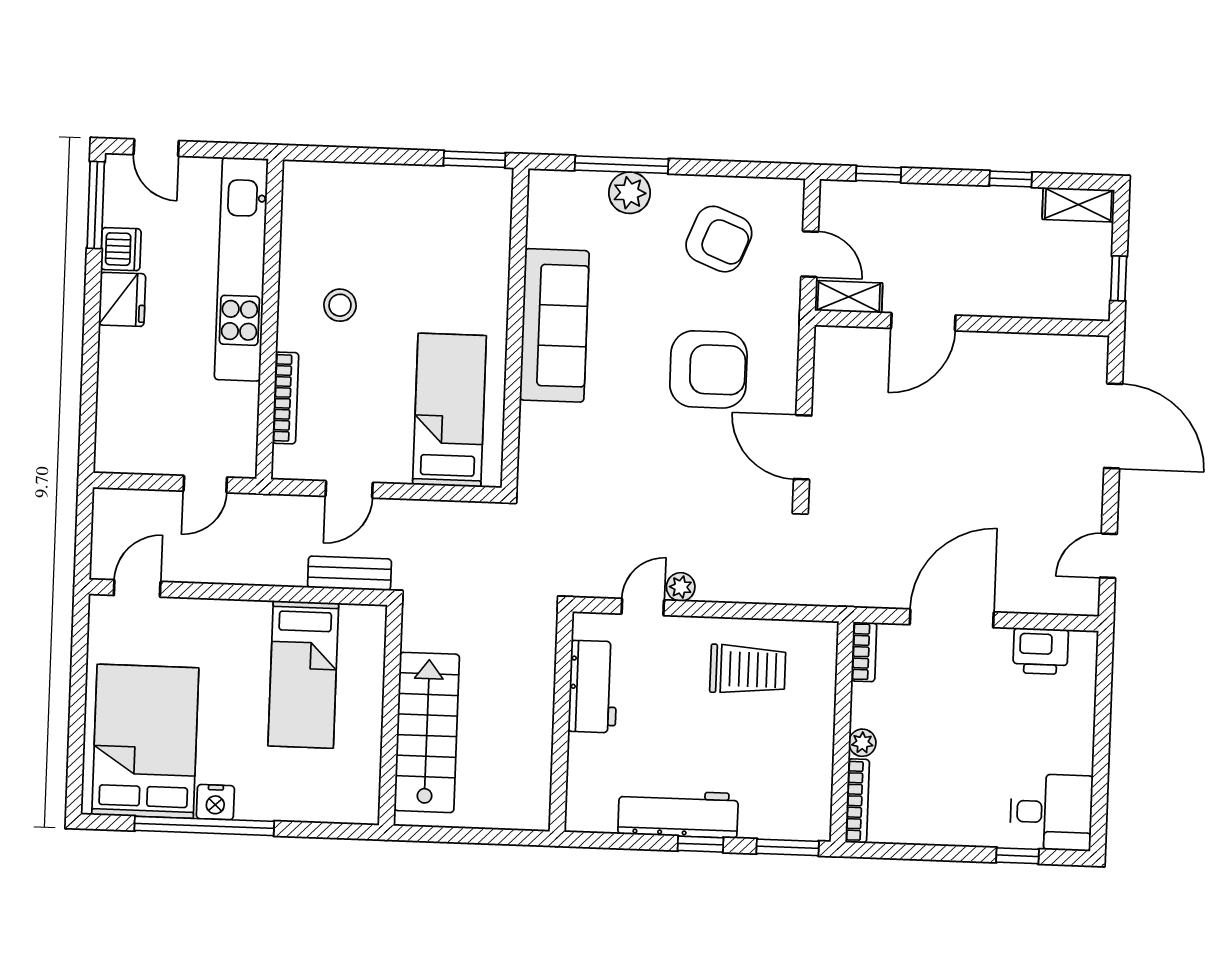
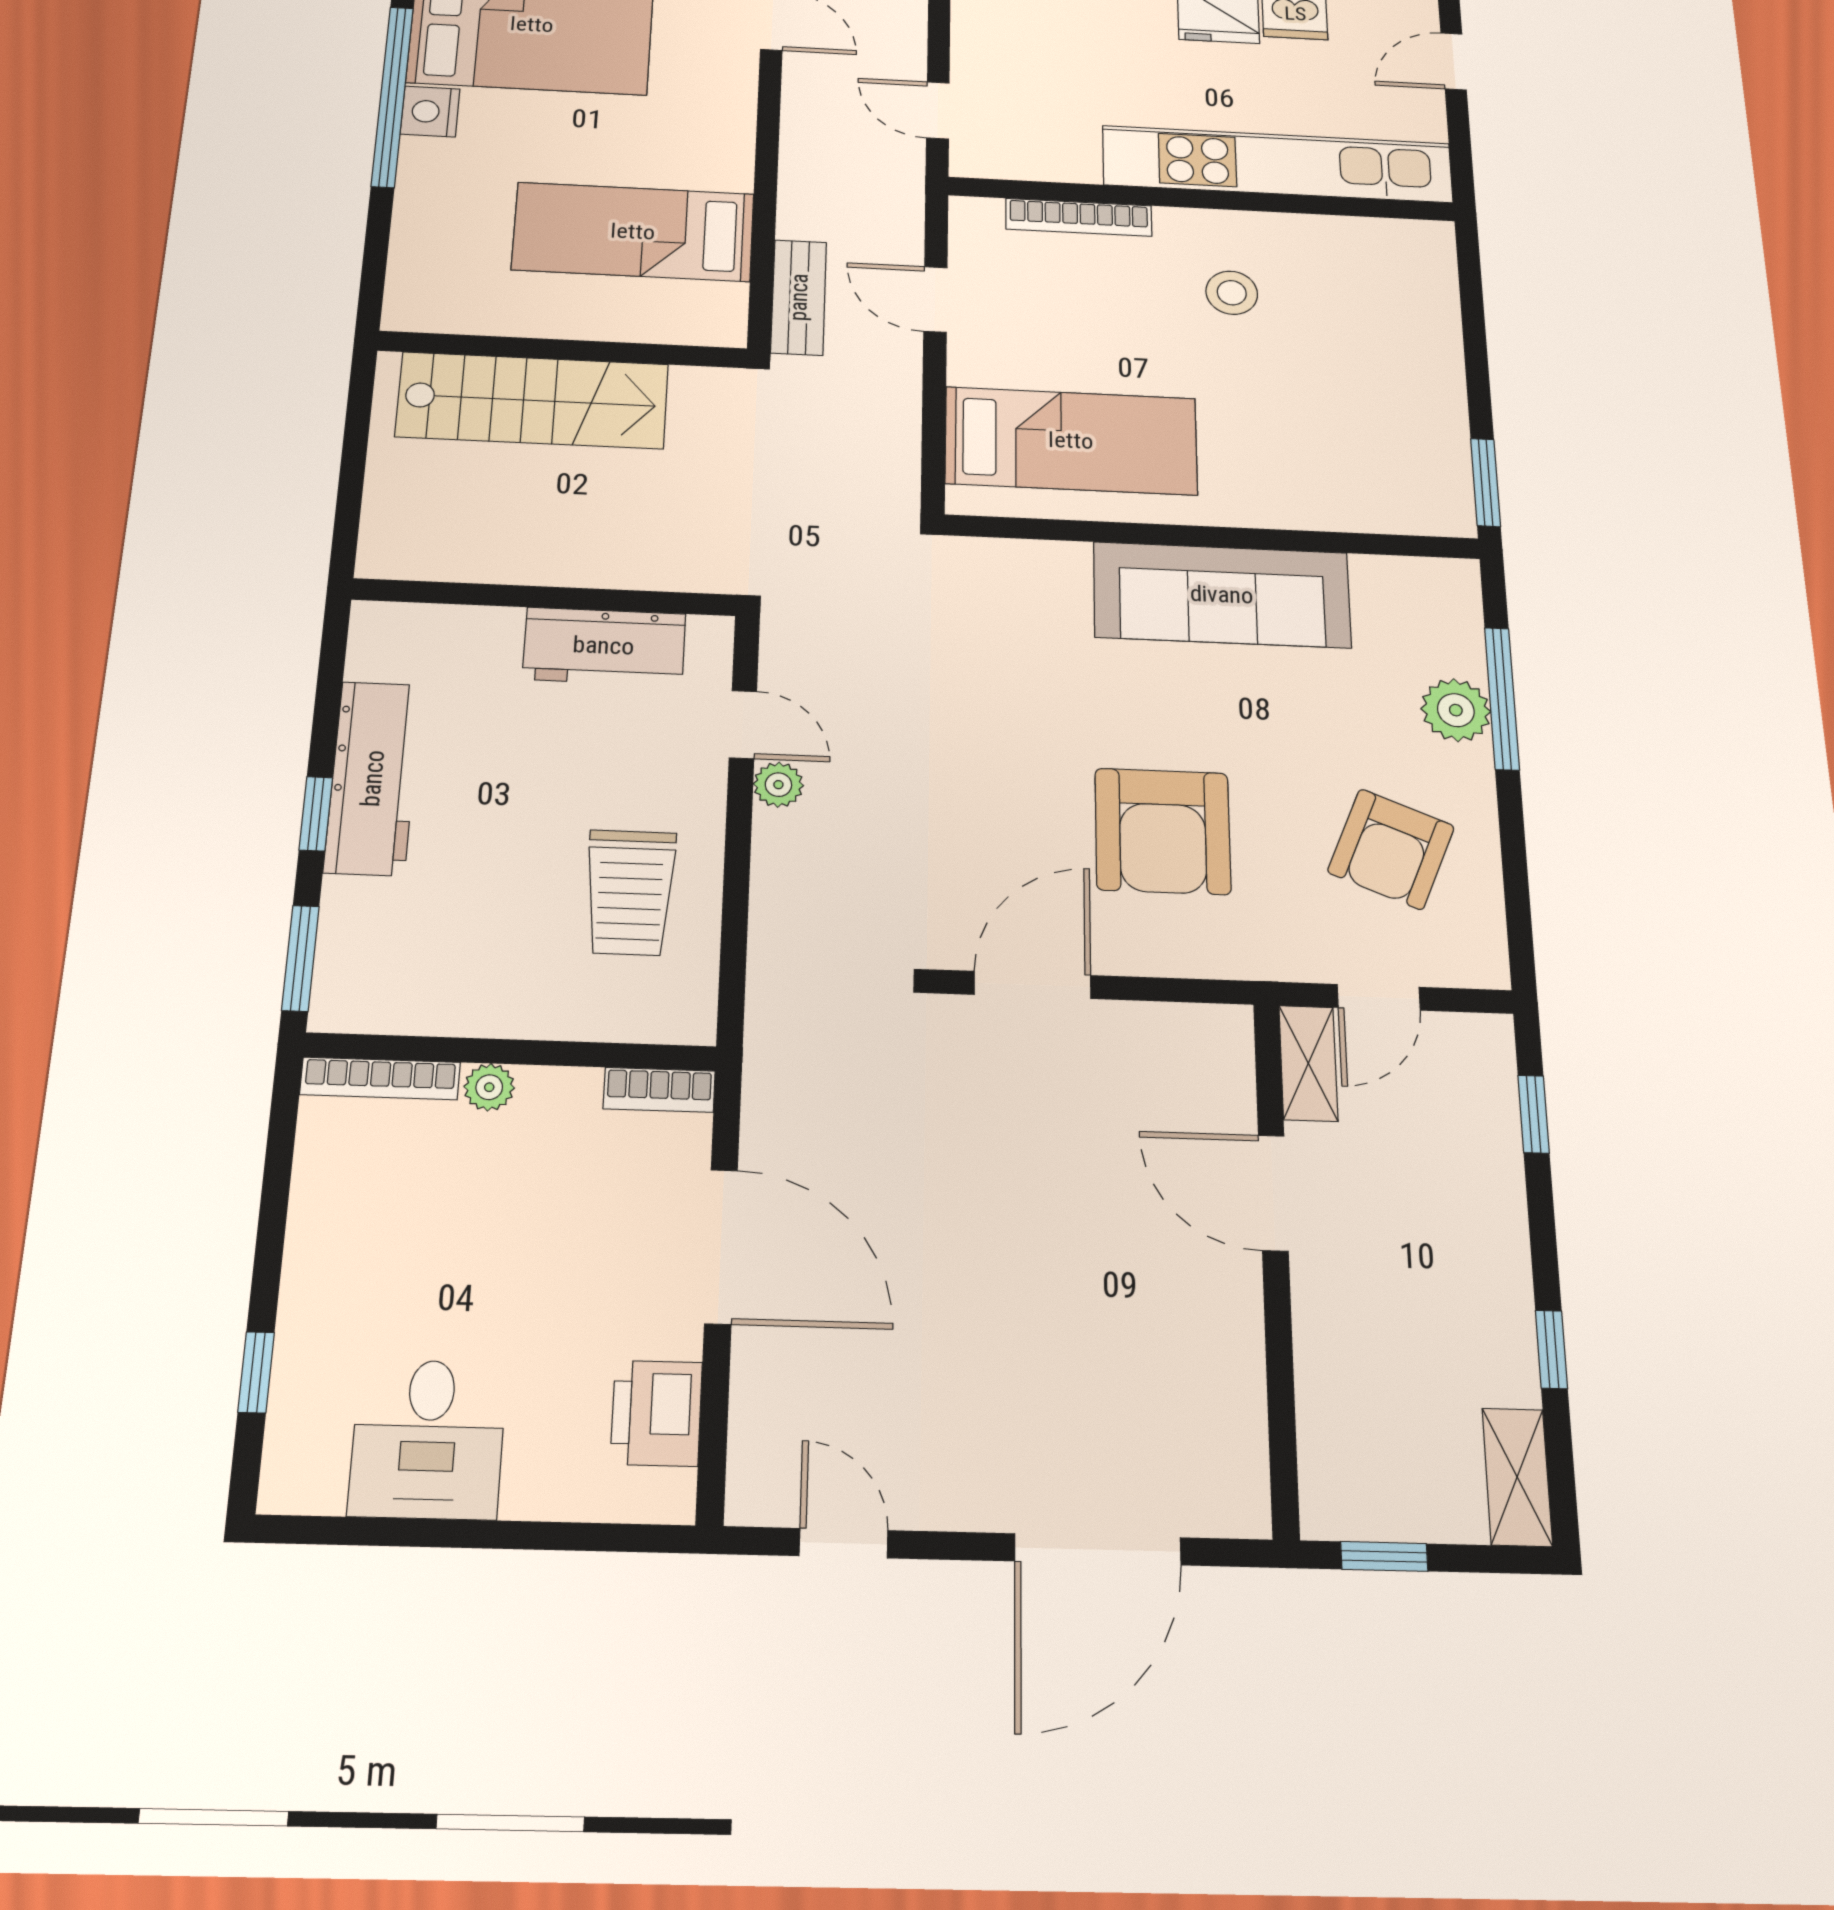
desk: (1051, 812) -> (428, 1439), moved

